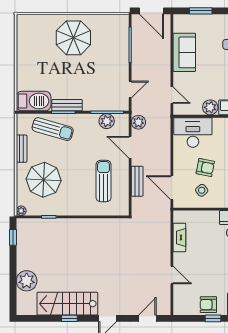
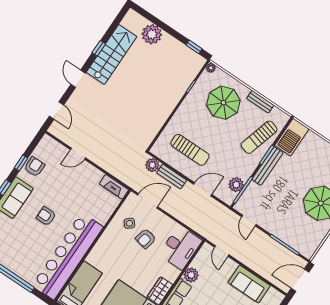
door: (172, 95) -> (222, 251), hinge flipped
bench: (67, 105) -> (267, 166), width x1.36
plant: (138, 122) -> (152, 165), moved
fireplace: (179, 238) -> (114, 187), moved

